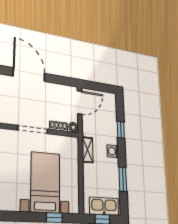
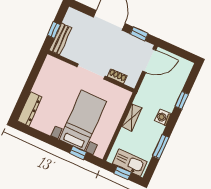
window: (61, 80) -> (139, 34), added
plant: (73, 127) -> (132, 82), removed
shelving: (88, 150) -> (132, 117), moved

